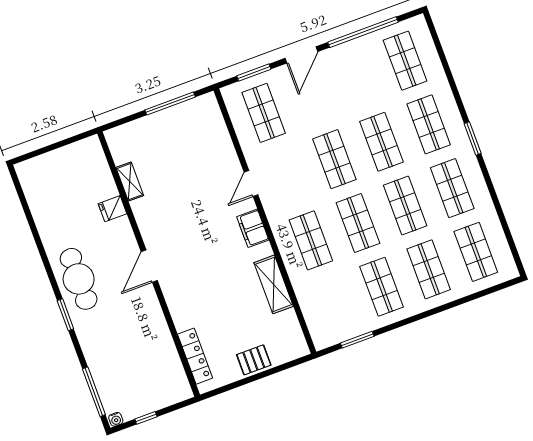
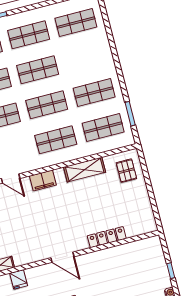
shop shelf: (429, 269) -> (103, 128), moved
locker: (195, 356) -> (107, 237), moved
pallet: (254, 360) -> (126, 171), moved

